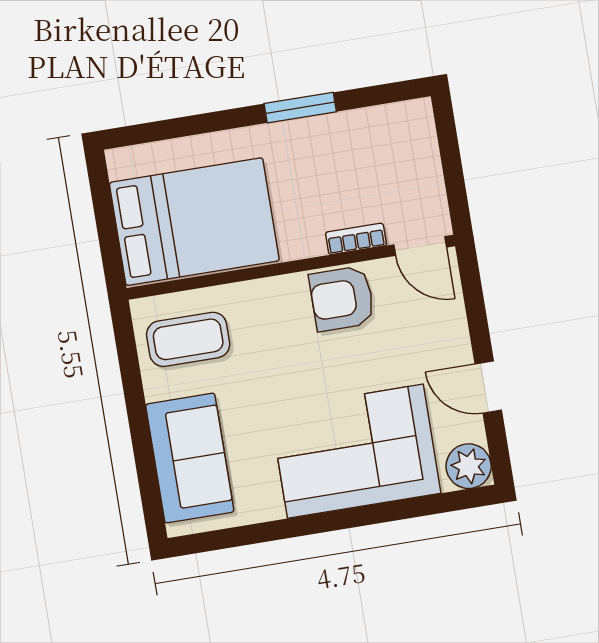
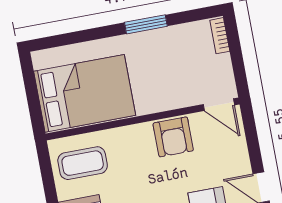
bookcase: (356, 239) -> (220, 36), moved, turned -90
armchair: (342, 299) -> (173, 137), turned -90

